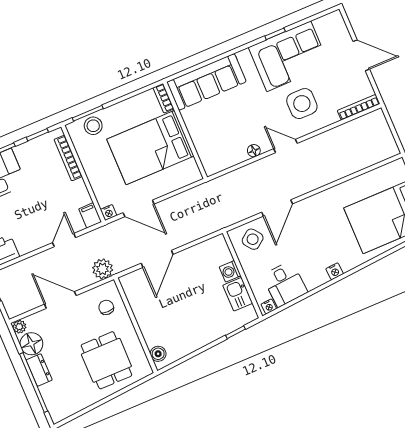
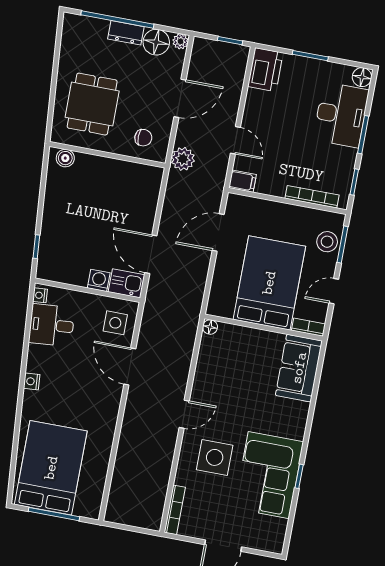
sofa: (206, 82) -> (299, 368), width x0.73
door: (125, 97) -> (334, 291), added
floor lamp: (254, 151) -> (210, 327), moved
nightstand: (109, 212) -> (233, 201), removed
side table: (253, 239) -> (115, 323), turned 38
door: (157, 259) -> (151, 254), moved
kitchen sink: (238, 294) -> (126, 283), moved
dining table: (106, 360) -> (92, 104), turned 90

